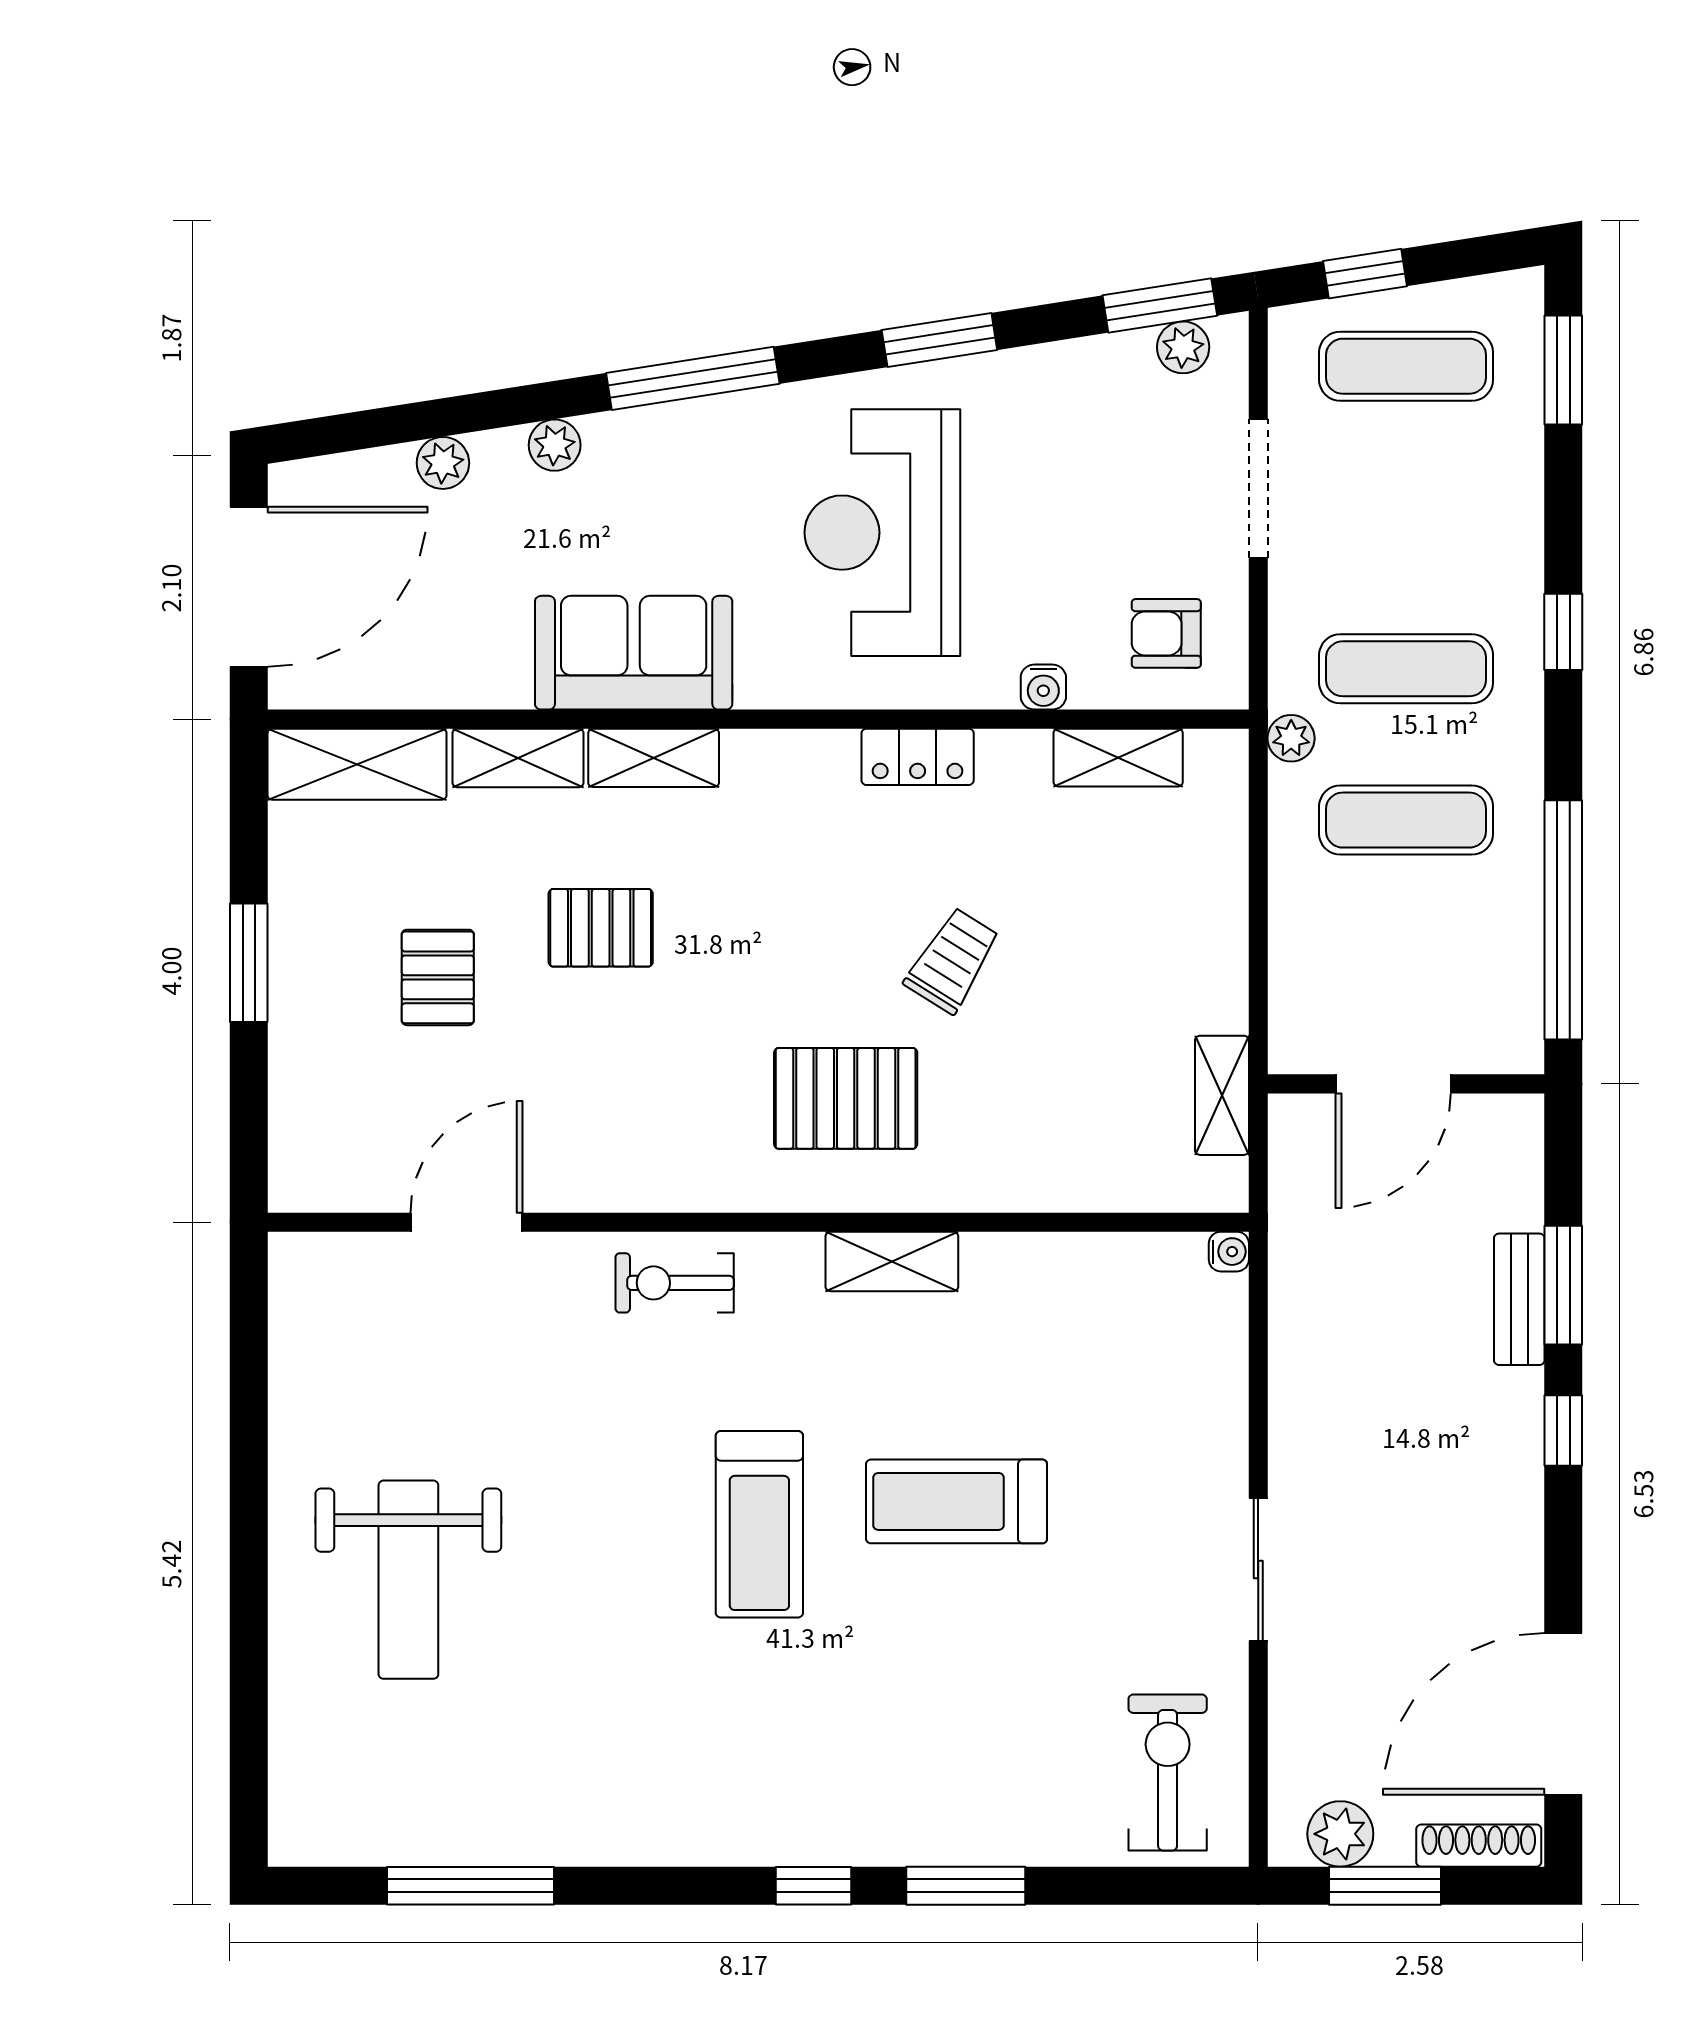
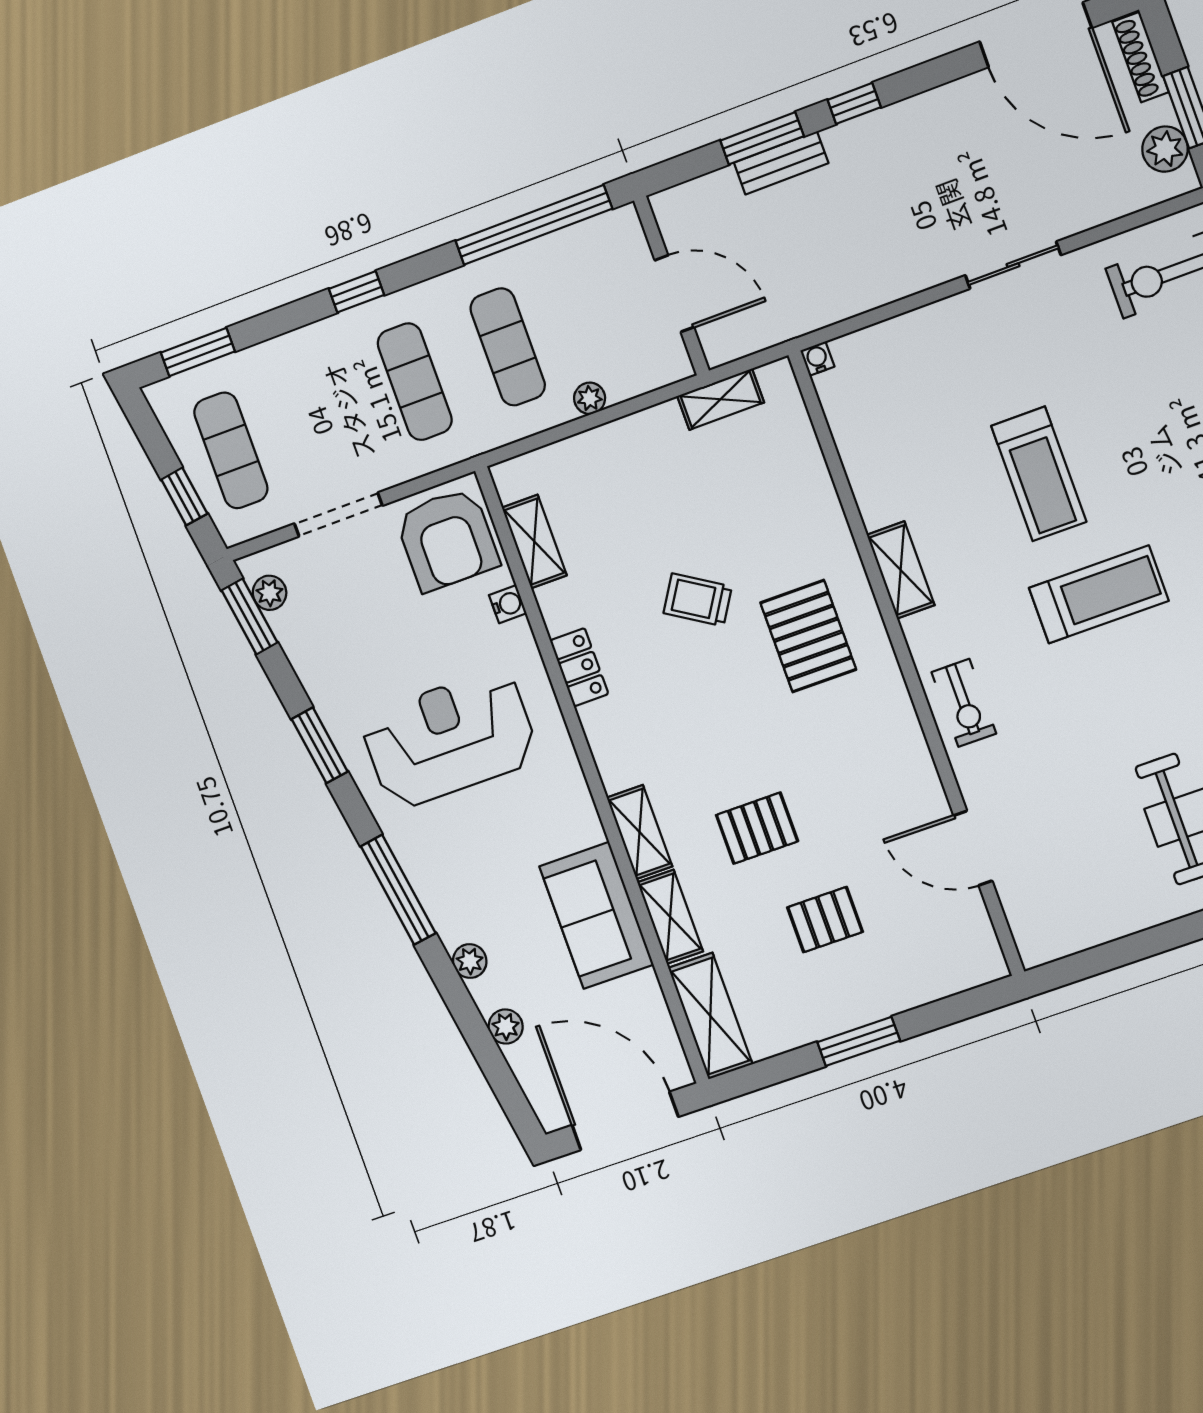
reception desk: (882, 533) -> (449, 739), turned 180
armchair: (1166, 633) -> (447, 539), width x1.88, depth x1.88
sofa: (634, 653) -> (596, 915), moved
plant: (1291, 738) -> (590, 398), moved
pallet: (601, 928) -> (757, 828), turned 90

